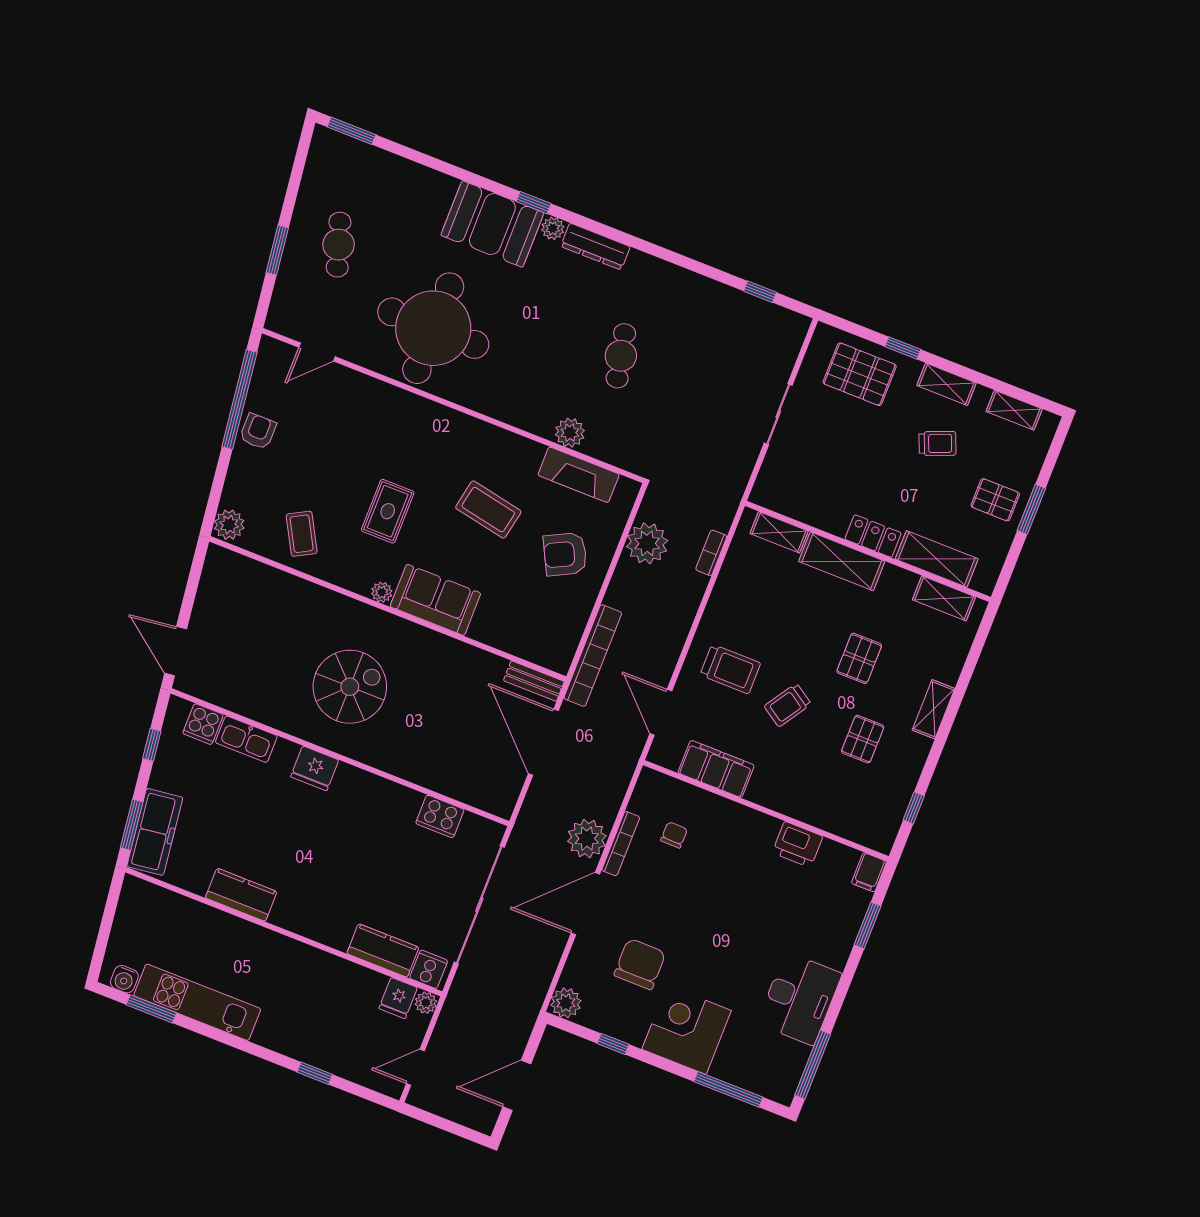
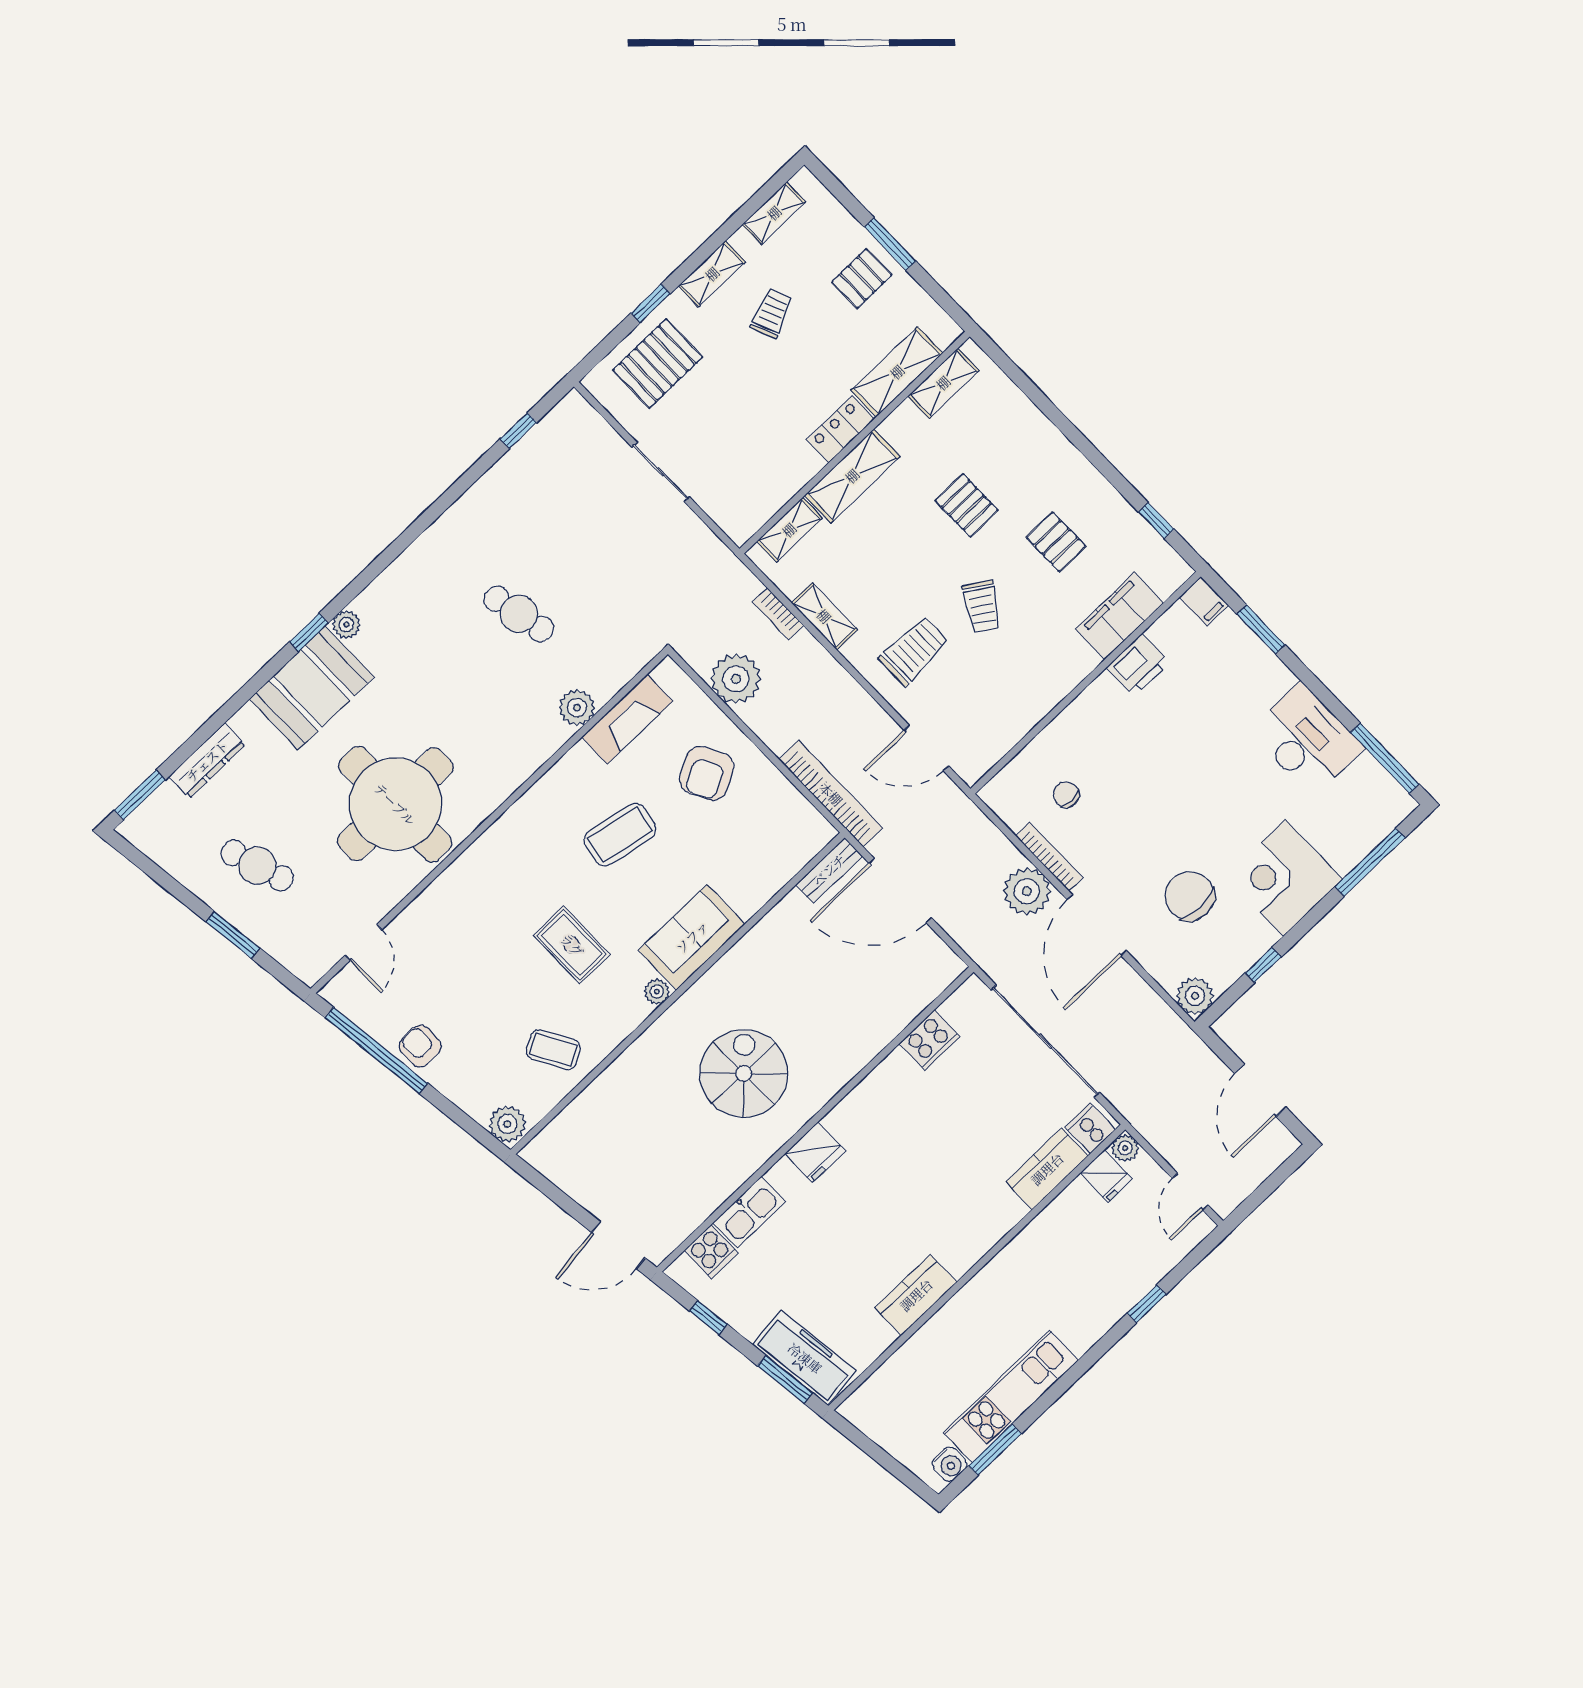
dresser: (595, 247) -> (207, 761), moved
shelving: (933, 709) -> (824, 616), moved
filing cabinet: (716, 769) -> (1119, 616), moved

